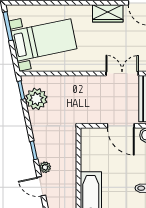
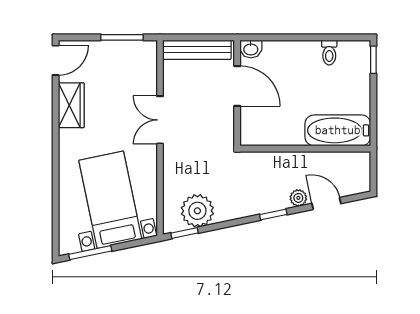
double door: (122, 74) -> (160, 120), moved
door: (121, 126) -> (237, 86), hinge flipped
door: (41, 186) -> (326, 203), swing flipped

